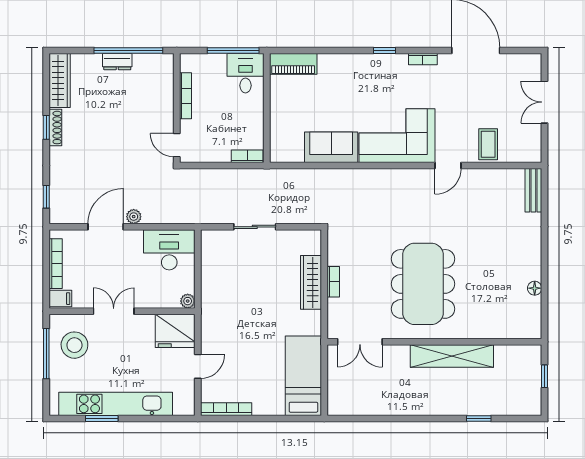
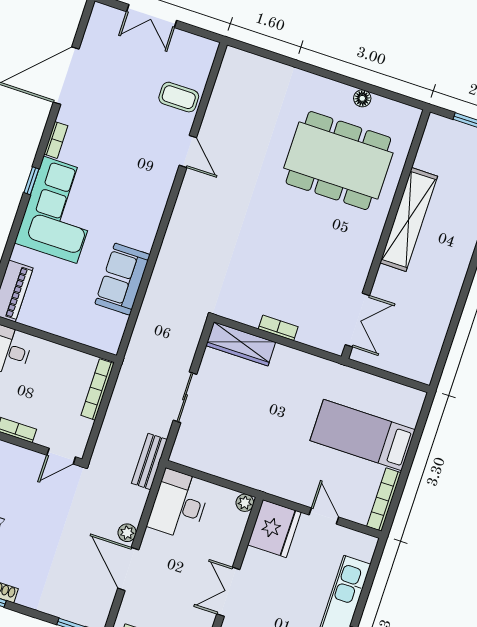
corner sofa: (397, 136) -> (60, 210), moved, turned 180
bookcase: (247, 156) -> (97, 389), width x1.56
bench: (533, 190) -> (149, 461), moved, turned 90
wardrobe: (311, 282) -> (241, 344), moved
dining table: (423, 284) -> (338, 161), moved
bed: (303, 376) -> (363, 435), moved

